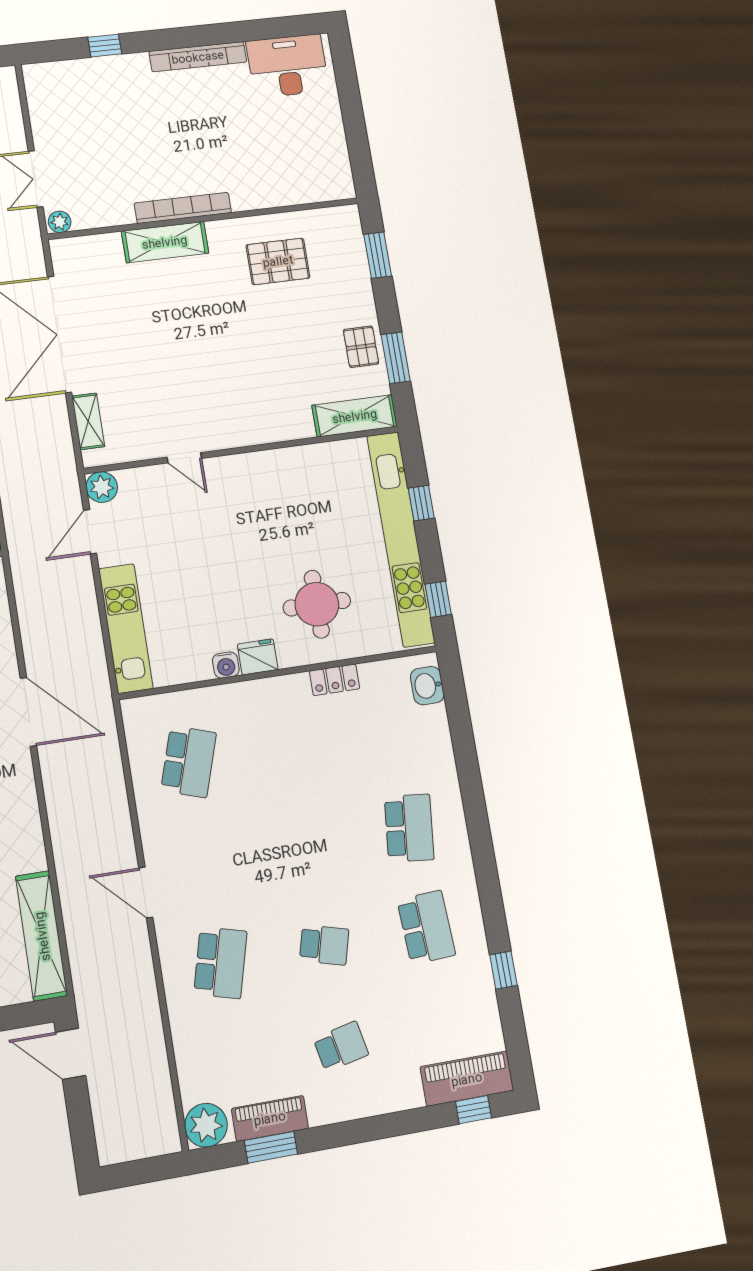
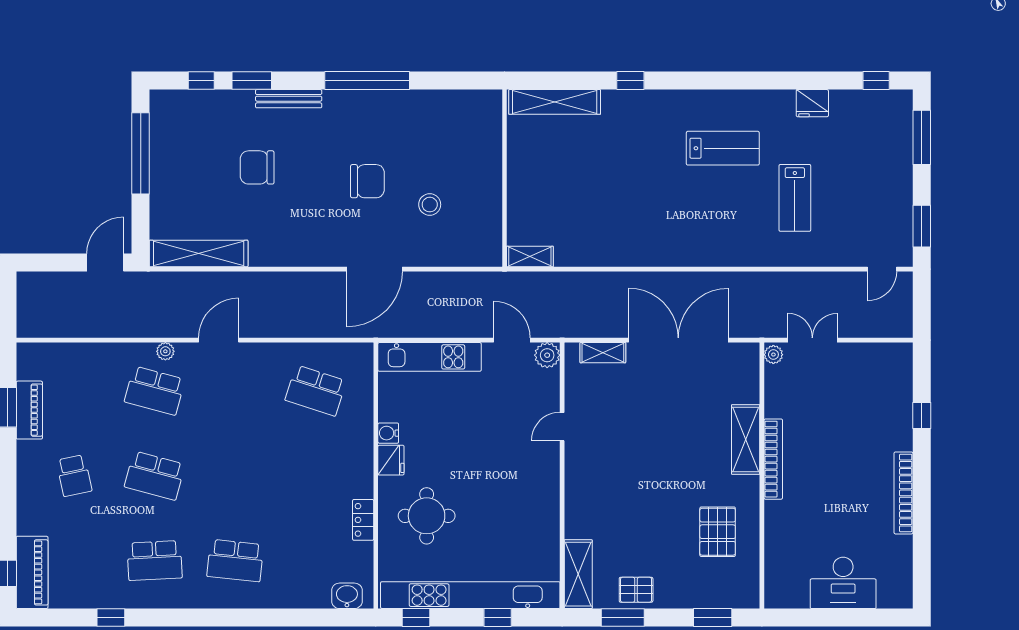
desk: (288, 66) -> (843, 583), moved, turned 90
school desk: (324, 945) -> (155, 476), width x1.85
plant: (206, 1125) -> (165, 351), moved, width x0.53, depth x0.53

